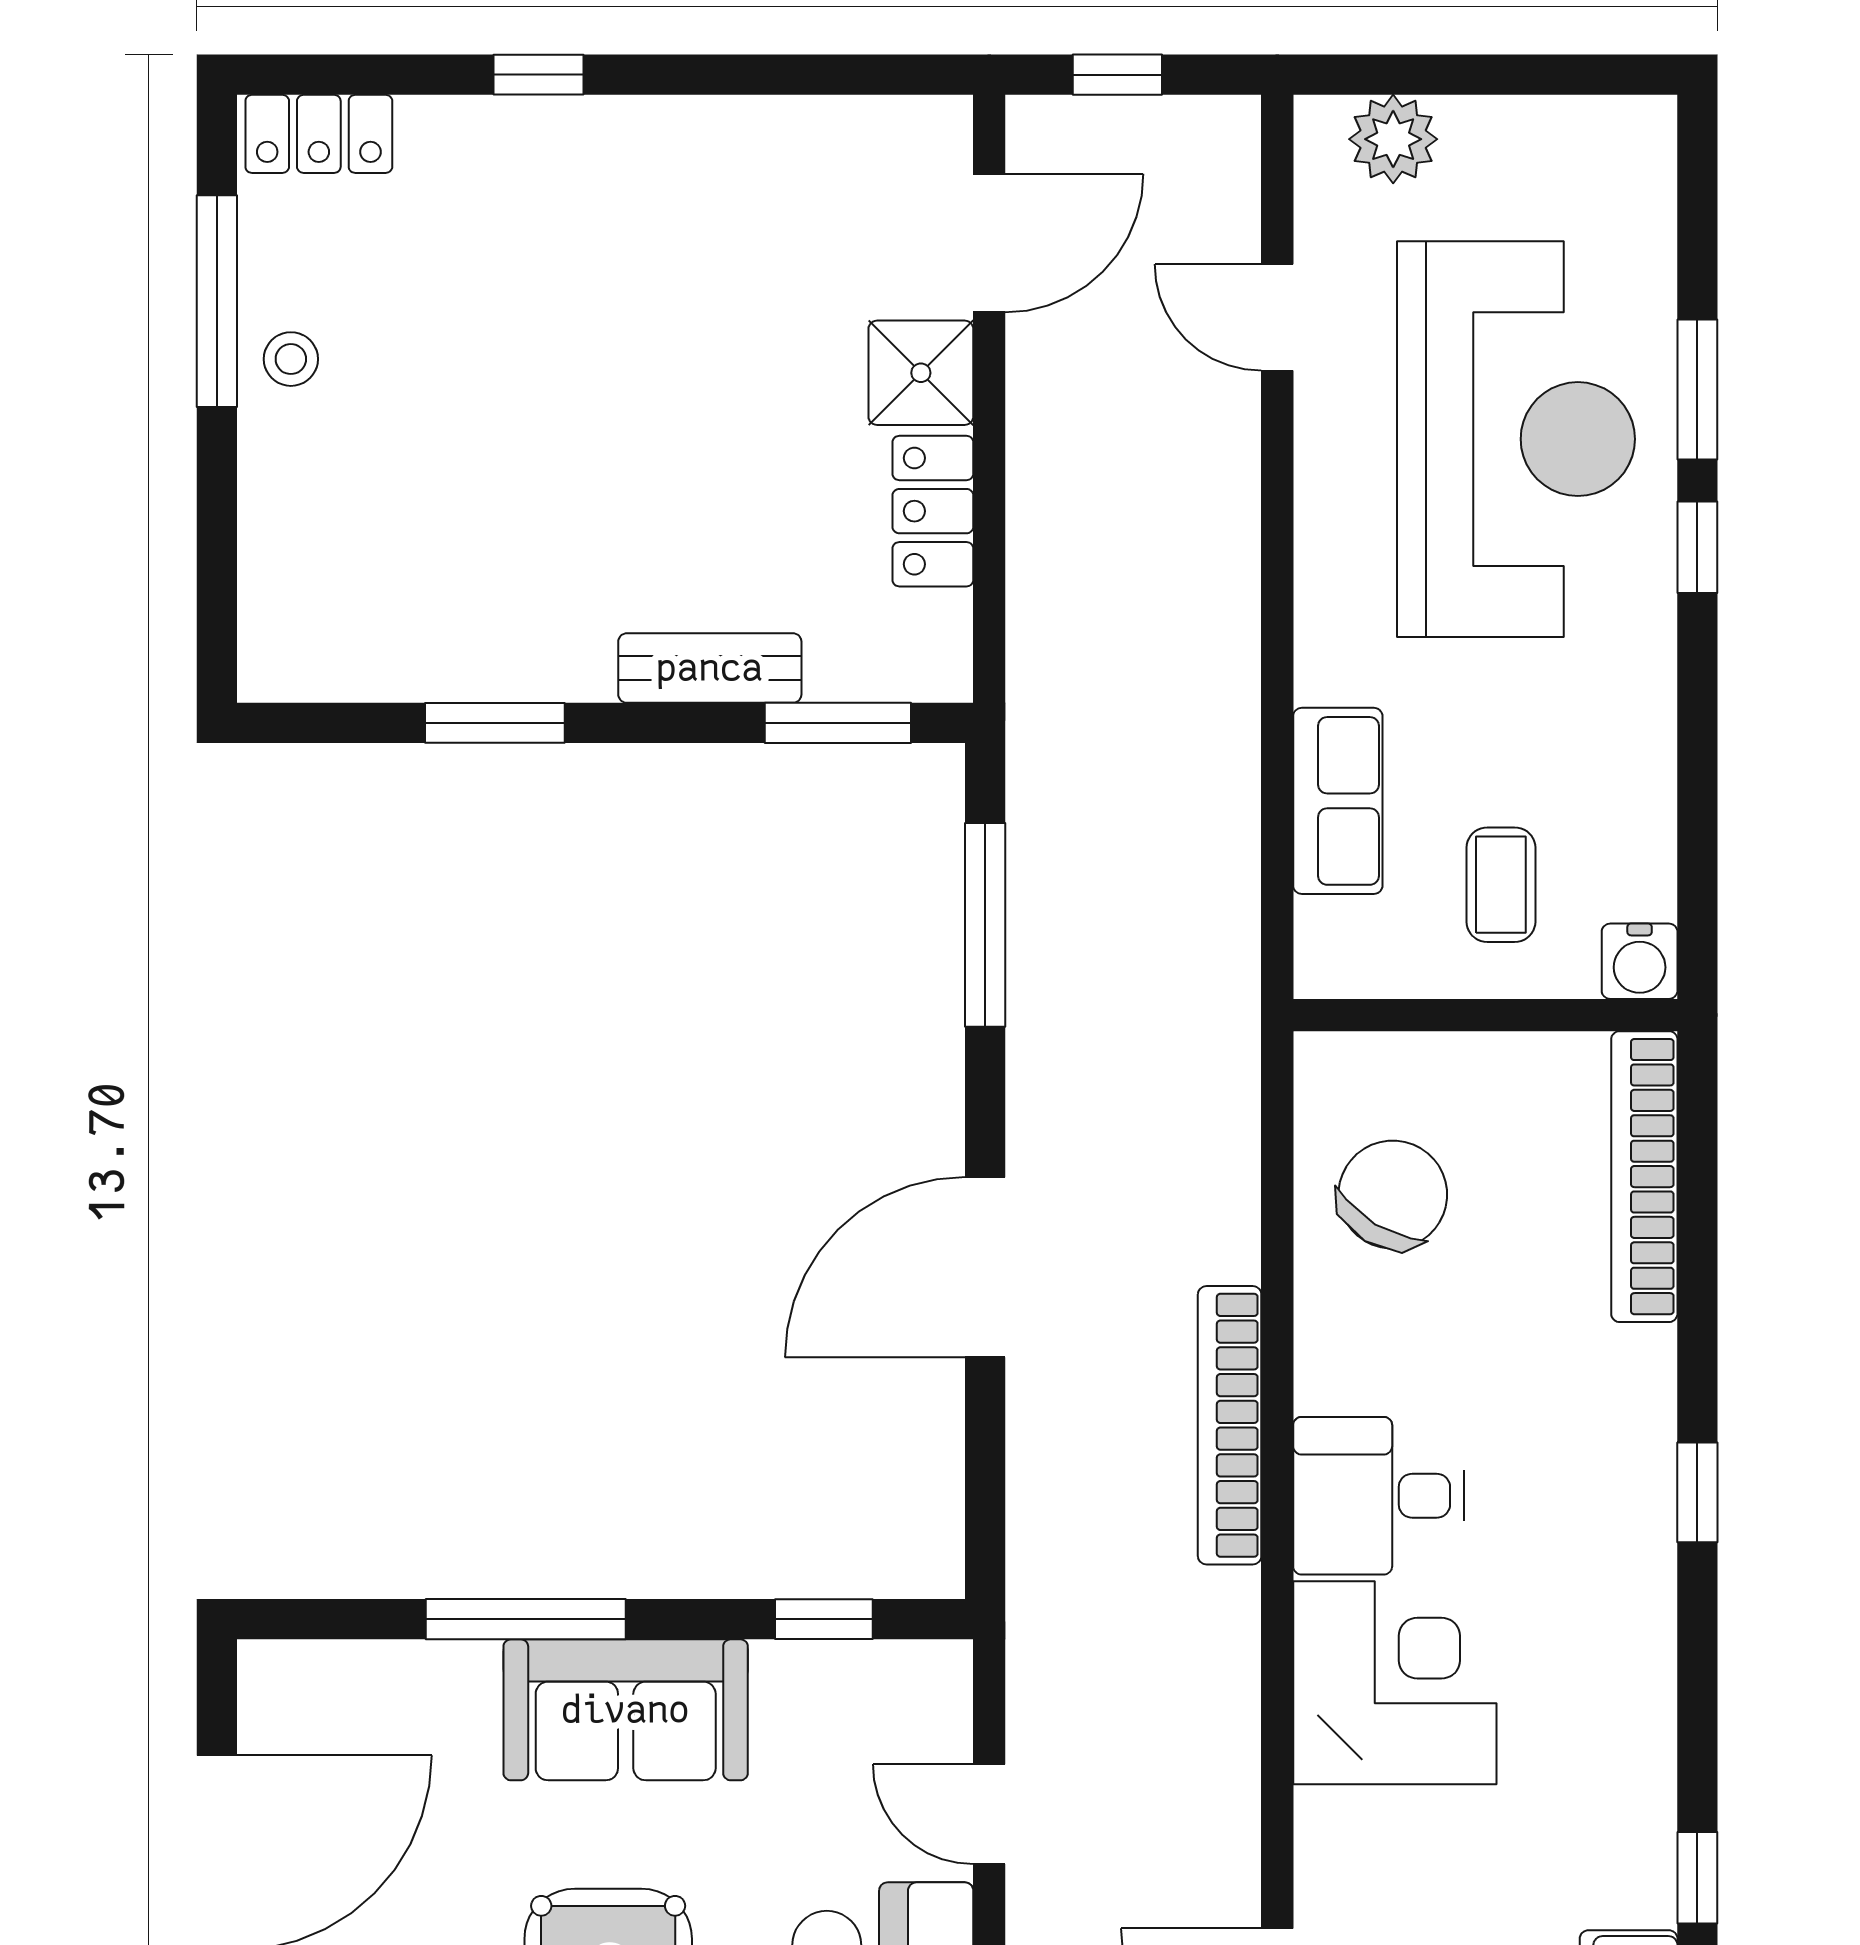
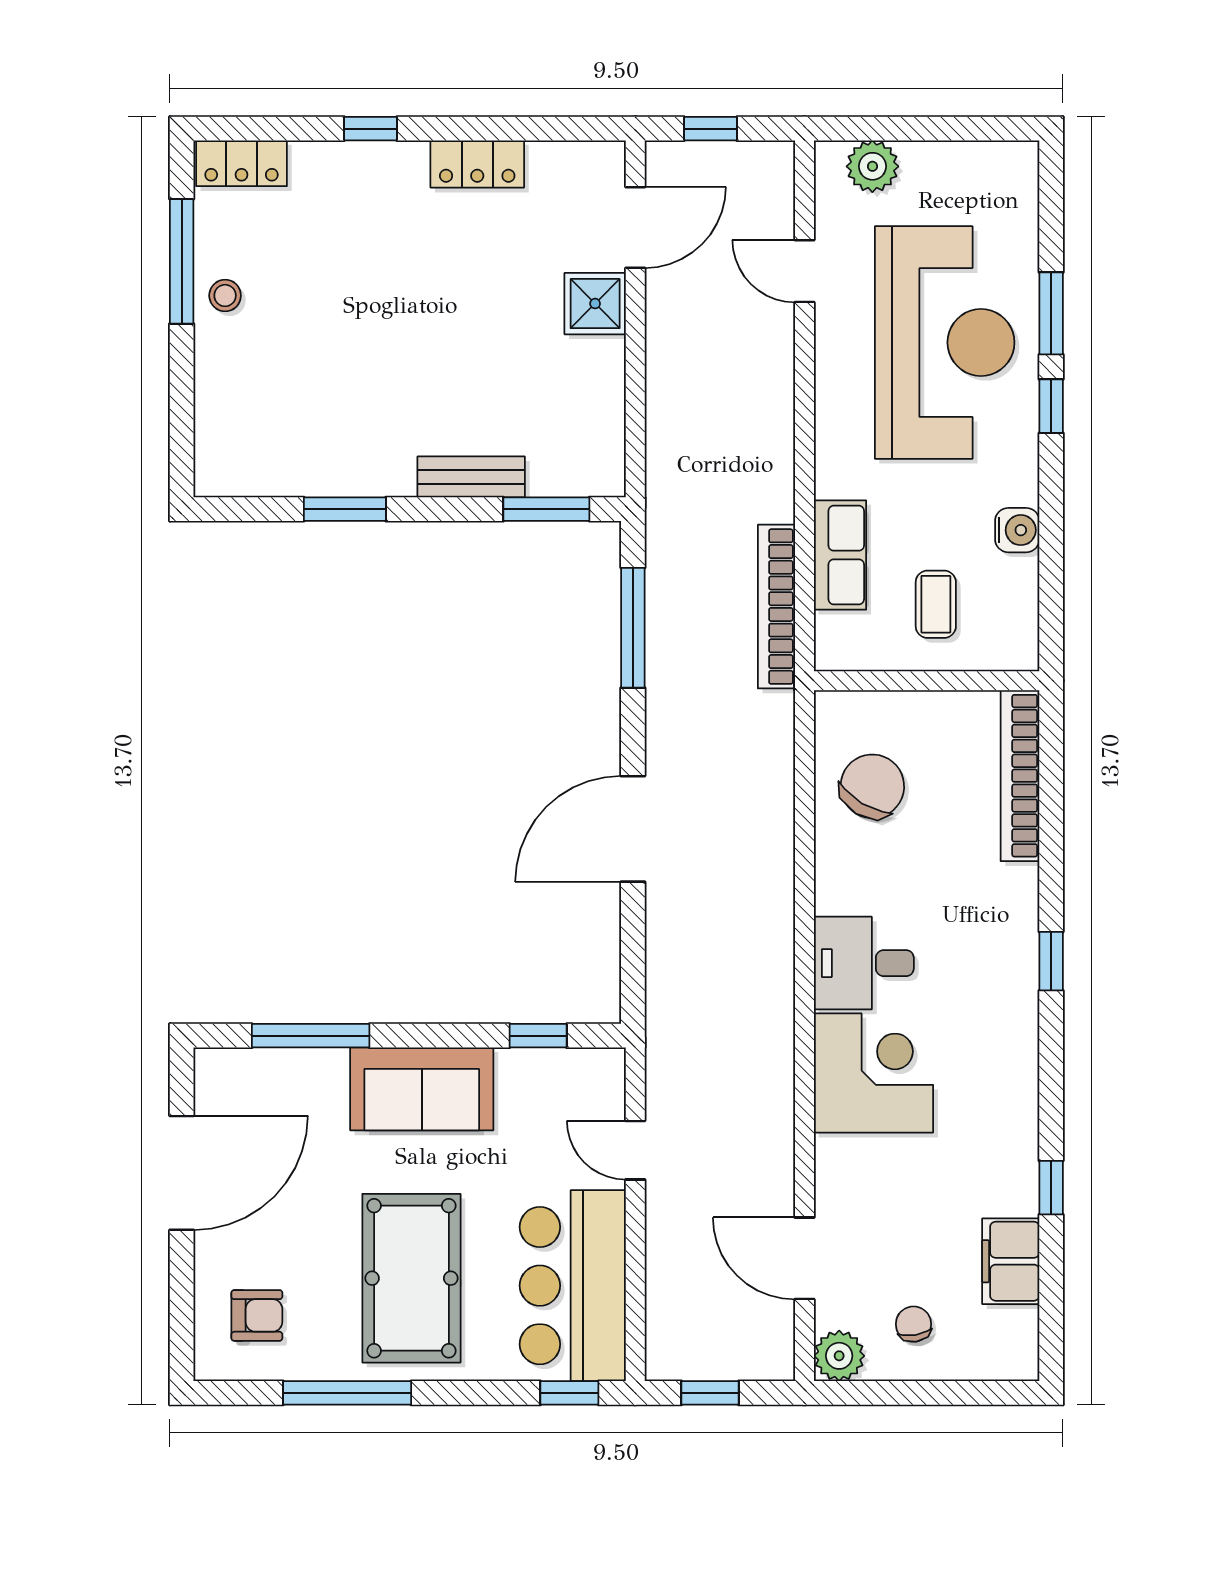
locker: (933, 511) -> (477, 164), moved, turned -90
water cooler: (1640, 961) -> (1017, 530), moved, turned -90
bookcase: (1230, 1425) -> (776, 607), moved
window: (526, 1619) -> (311, 1036), moved

